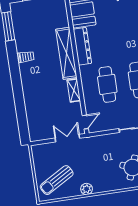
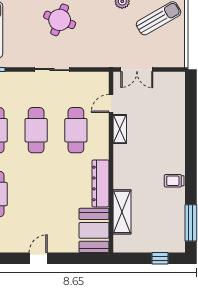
shelving: (66, 53) -> (122, 212), moved, width x0.68
door: (85, 122) -> (111, 103), moved

